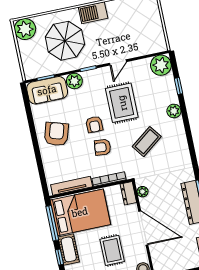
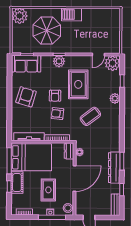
door: (118, 62) -> (98, 55), moved
plant: (74, 81) -> (59, 61), moved
door: (143, 228) -> (74, 178), hinge flipped

